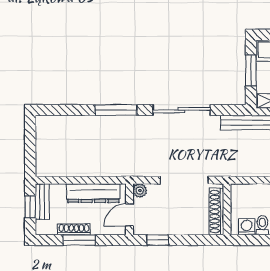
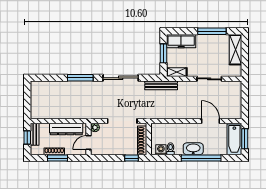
window: (158, 240) -> (132, 158), moved

